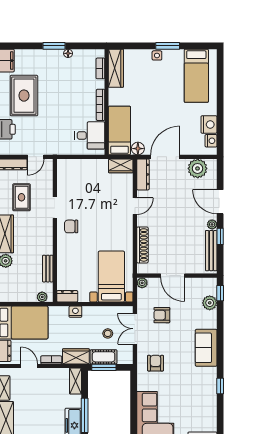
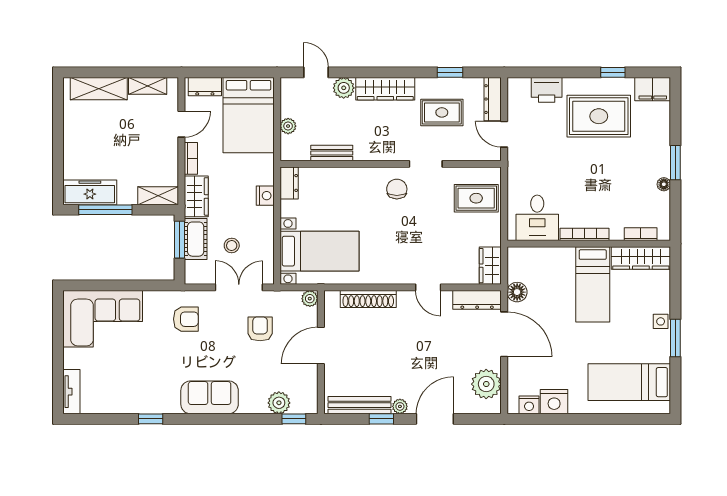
bed: (119, 130) -> (593, 284), moved, turned 90
rug: (77, 175) -> (476, 198), added
plant: (42, 297) -> (288, 126), moved

